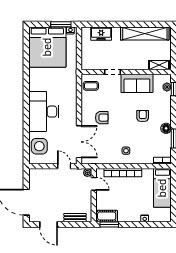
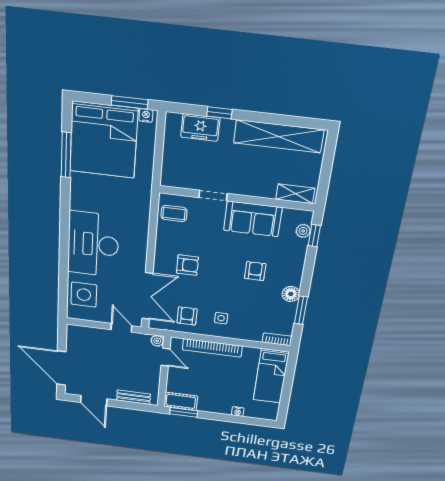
window: (111, 24) -> (219, 113), added
window: (26, 58) -> (66, 155), added
armchair: (105, 152) -> (187, 316), added

